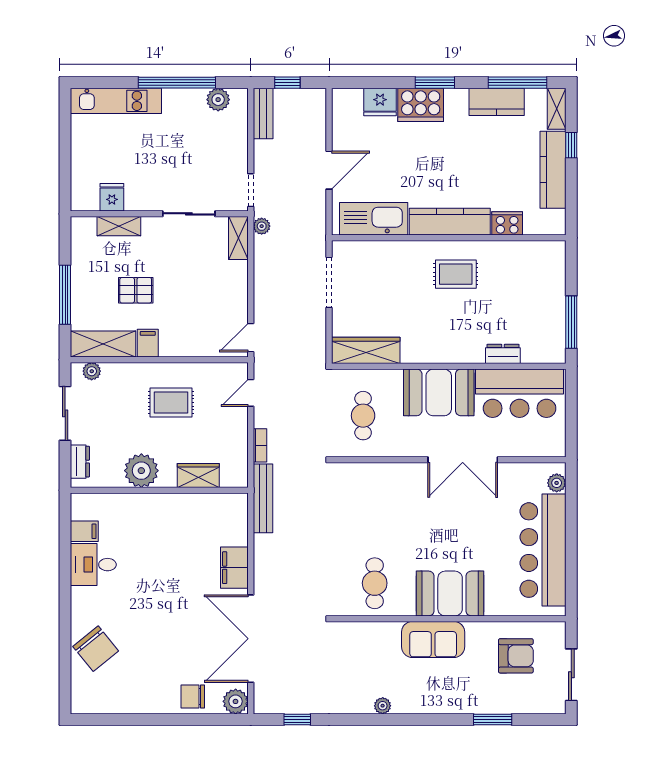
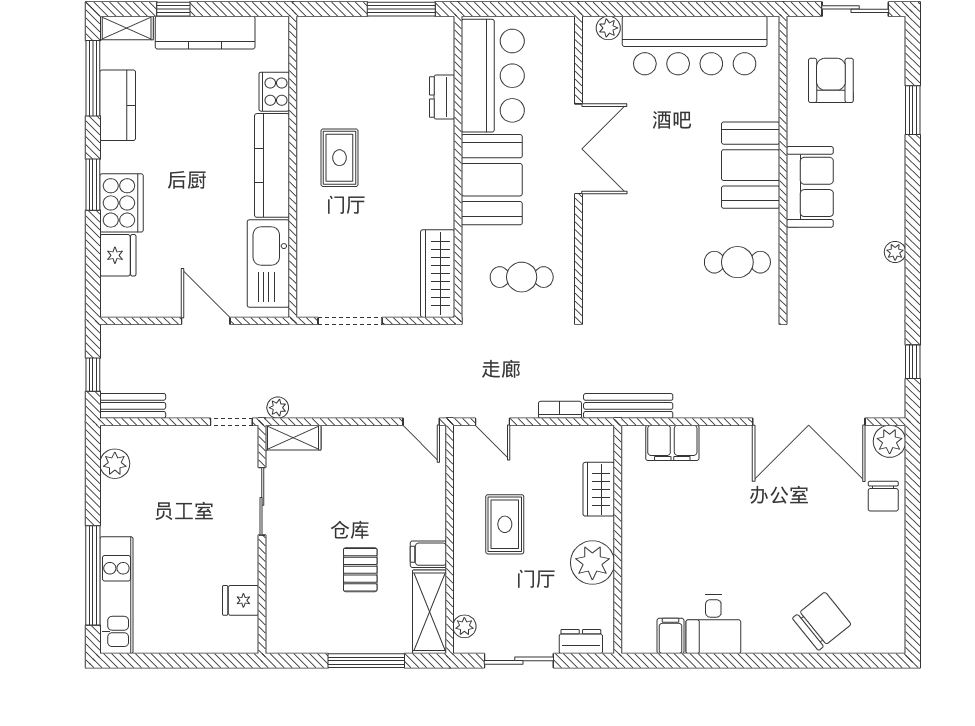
window: (177, 83) -> (93, 575), moved
shelving: (119, 226) -> (278, 591), removed
filing cabinet: (234, 568) -> (672, 443), moved

